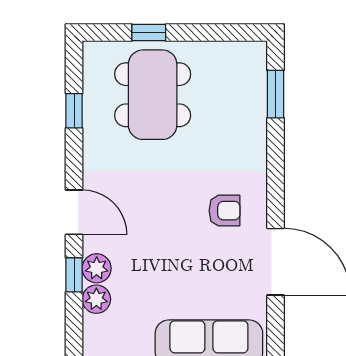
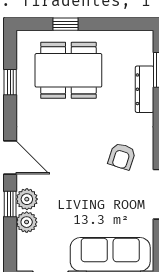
dining table: (153, 95) -> (68, 70), turned 90
dresser: (255, 120) -> (145, 89), added
armchair: (225, 211) -> (122, 156), turned 108

